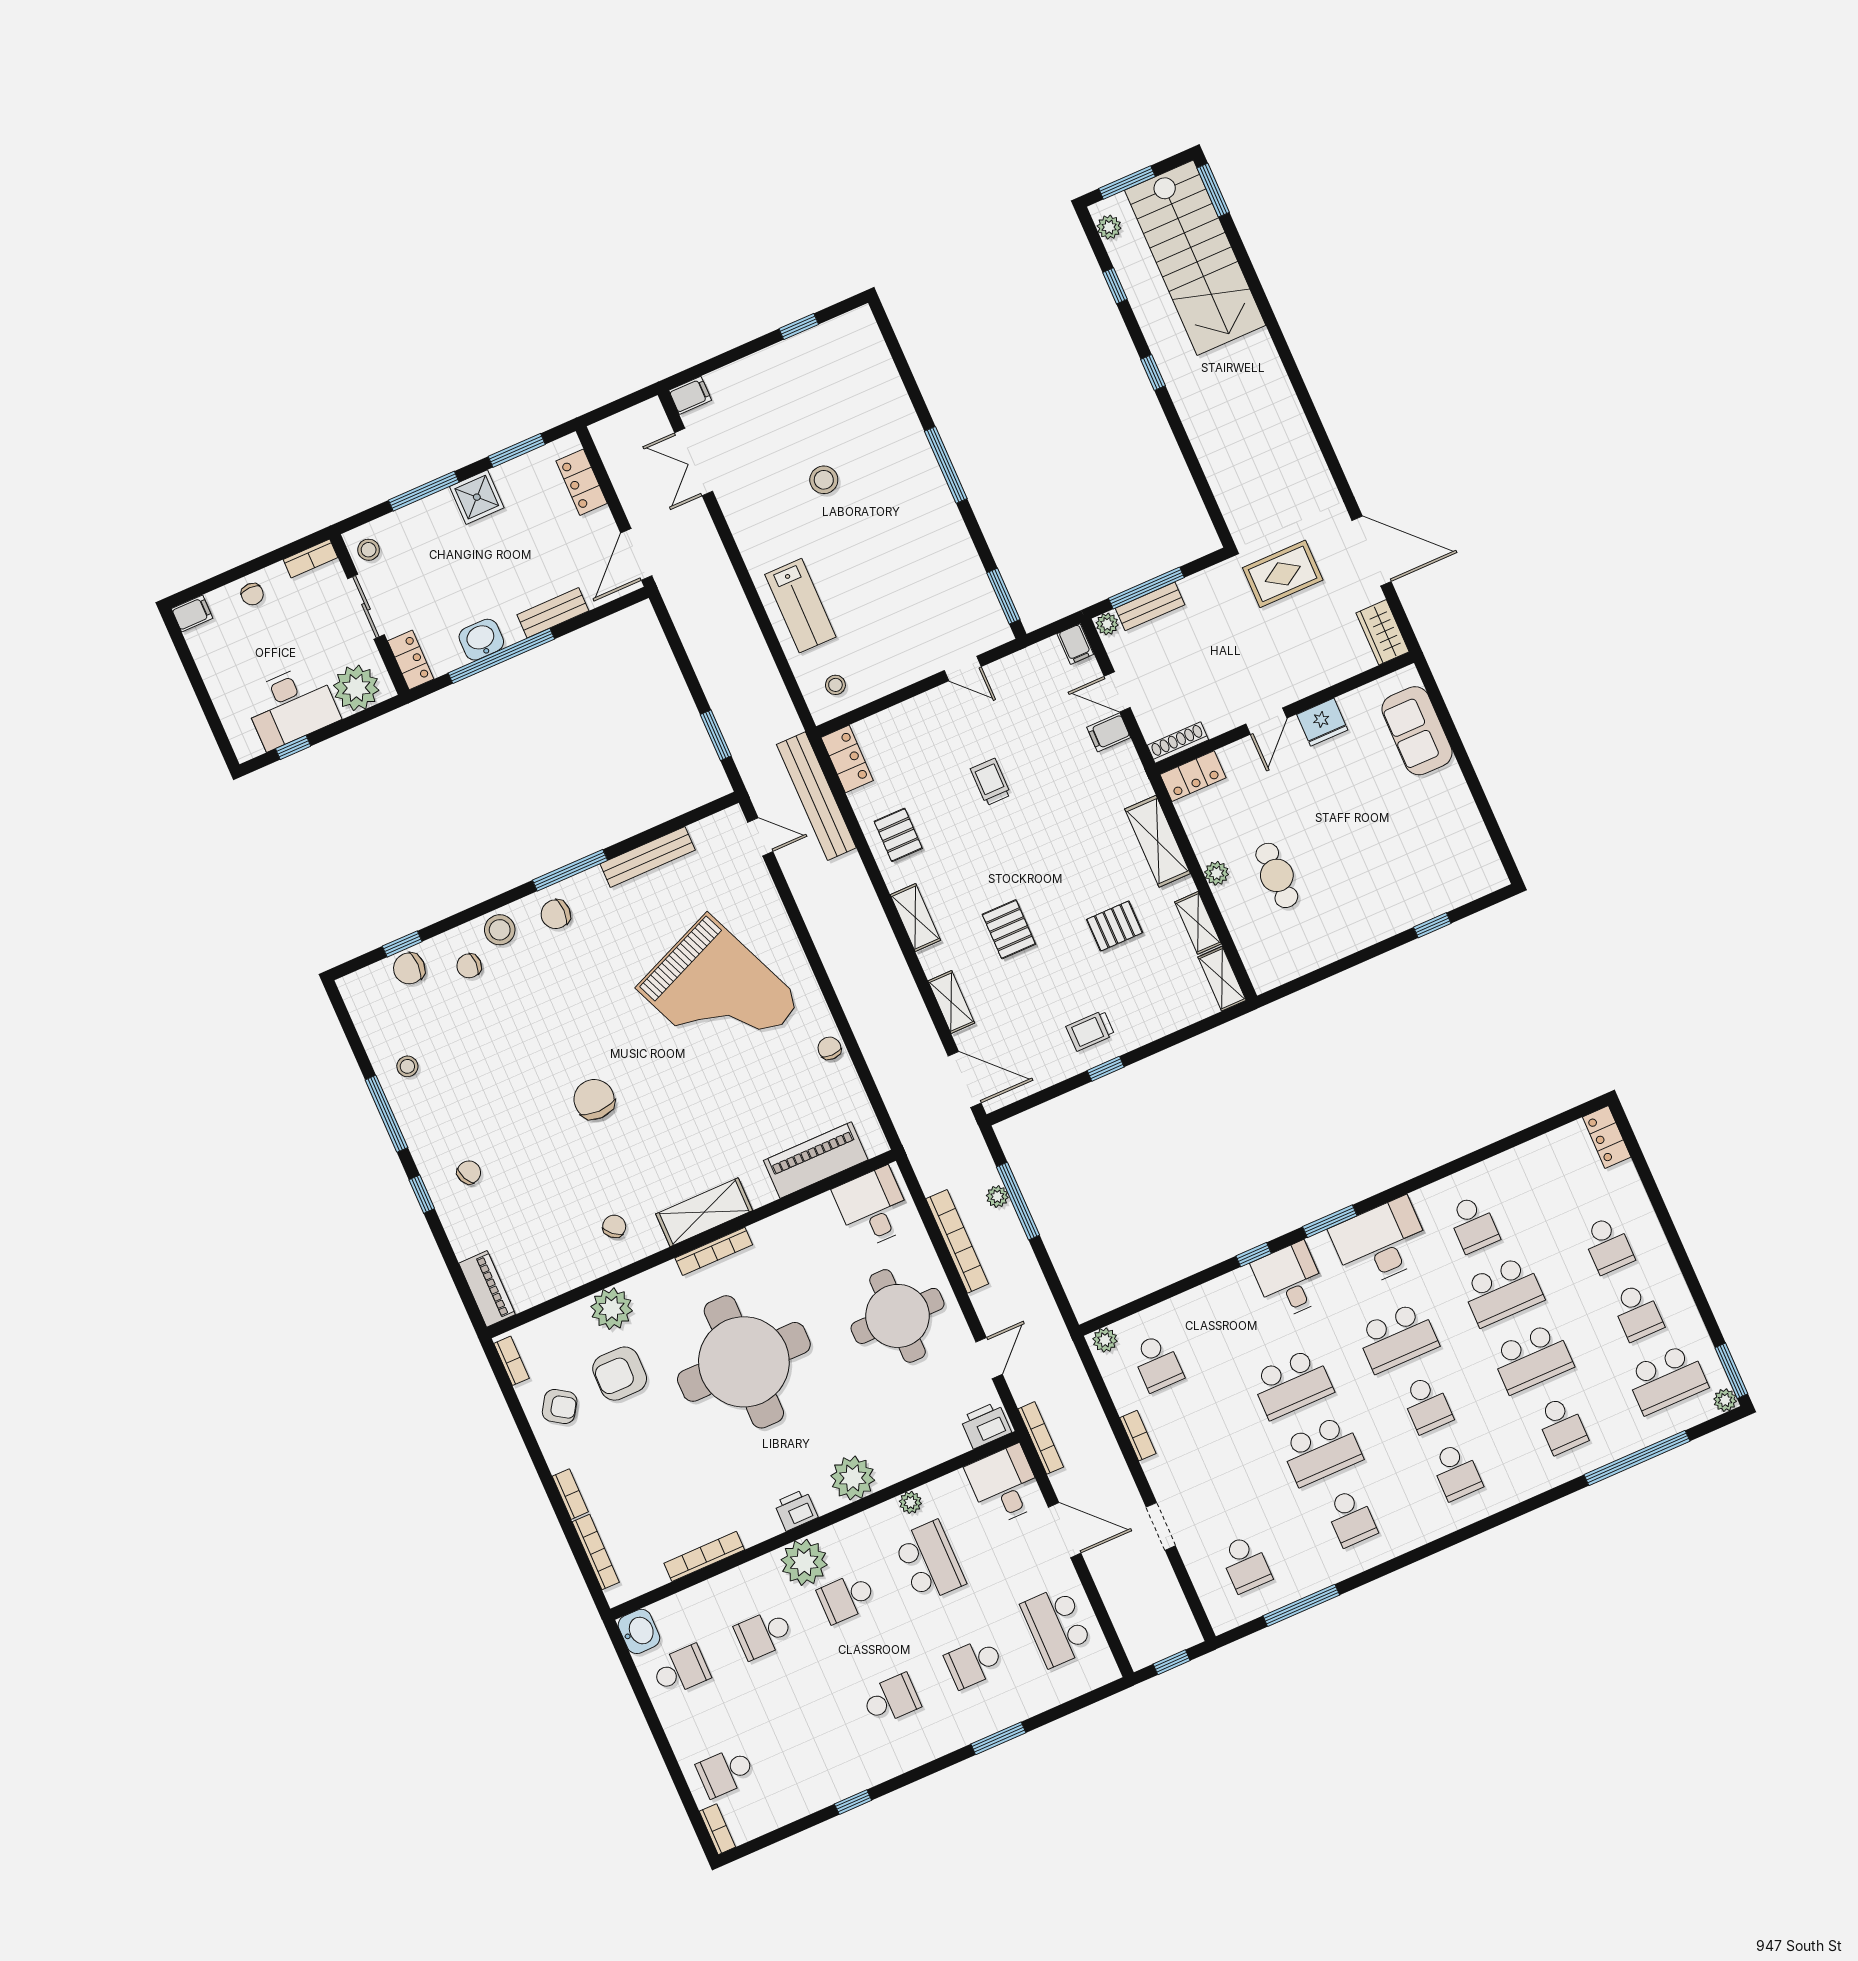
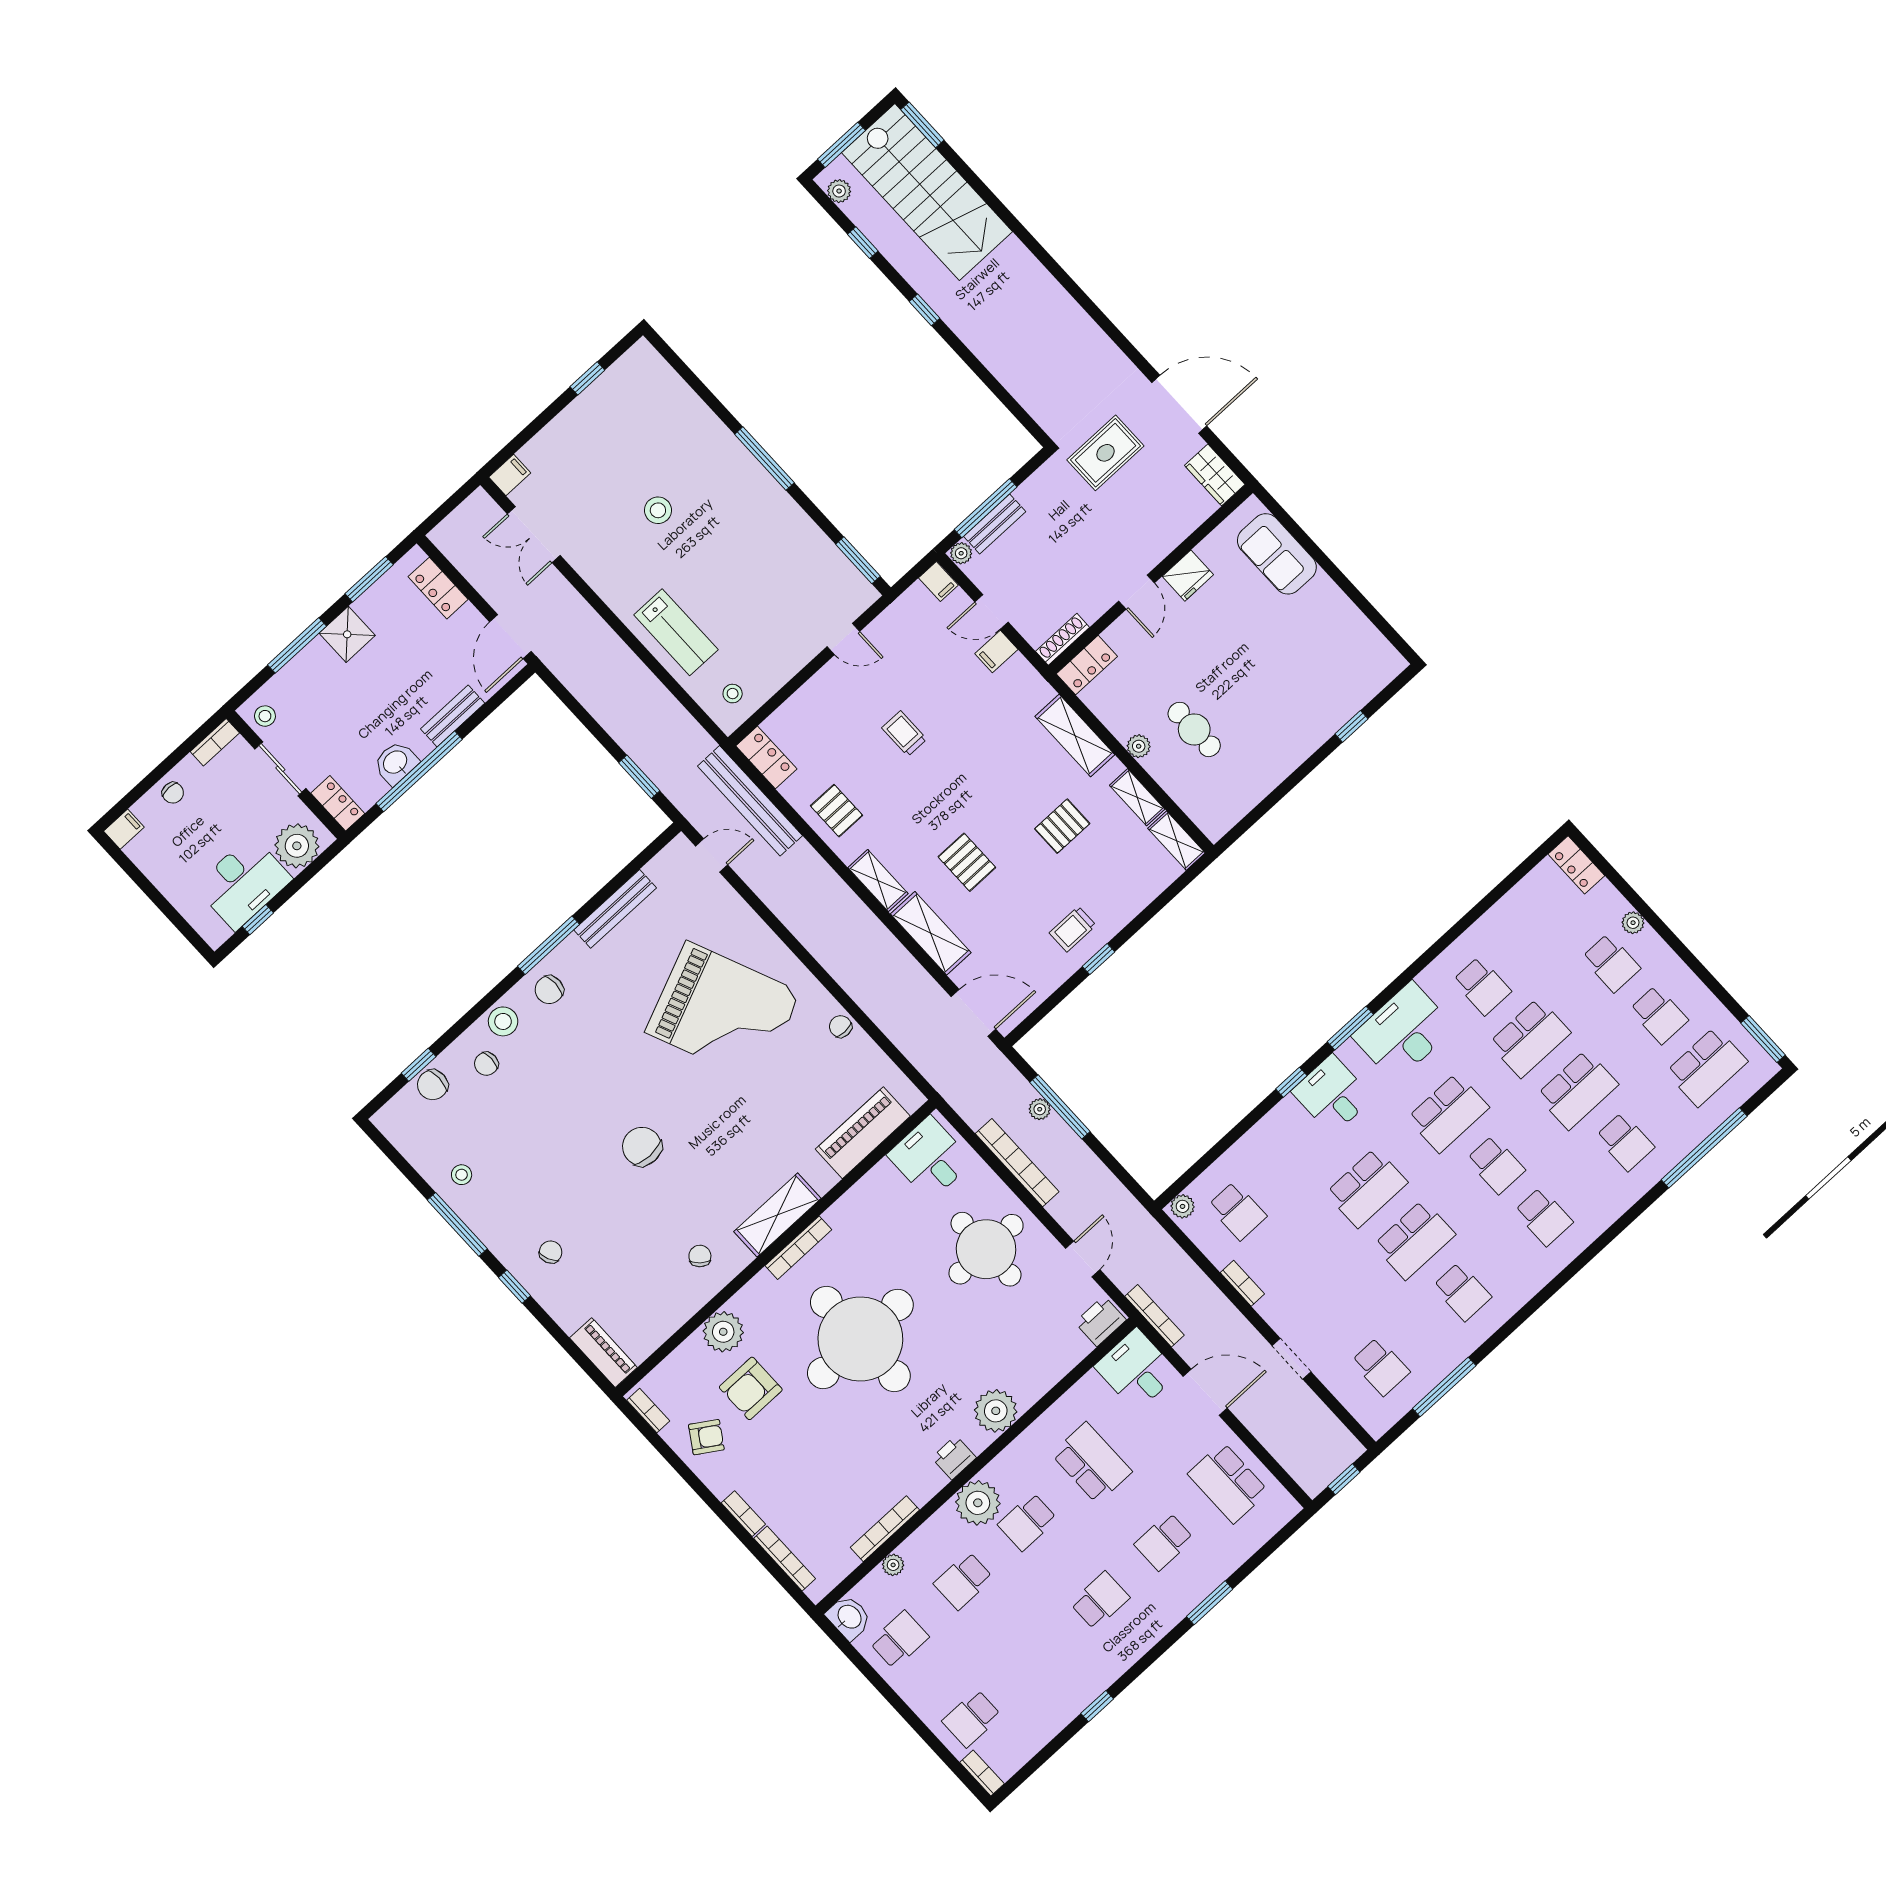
shelving: (951, 1002) -> (931, 933), width x1.50, depth x1.33
plant: (1725, 1400) -> (1633, 923), moved
plant: (910, 1502) -> (893, 1565), moved

